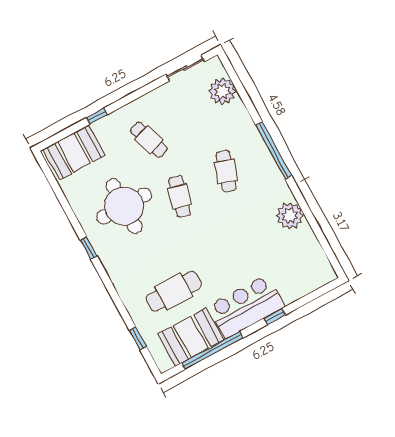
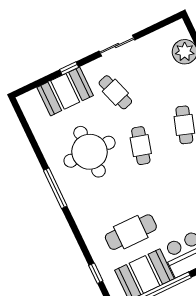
sliding door: (185, 68) -> (117, 46), moved
booth: (74, 152) -> (65, 91), moved
window: (89, 248) -> (55, 188), width x2.17

